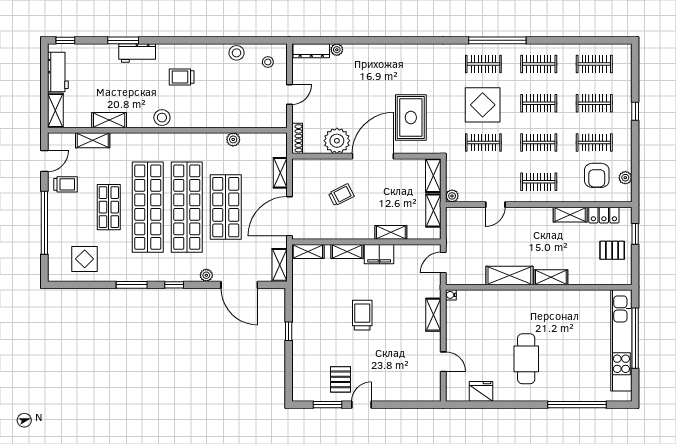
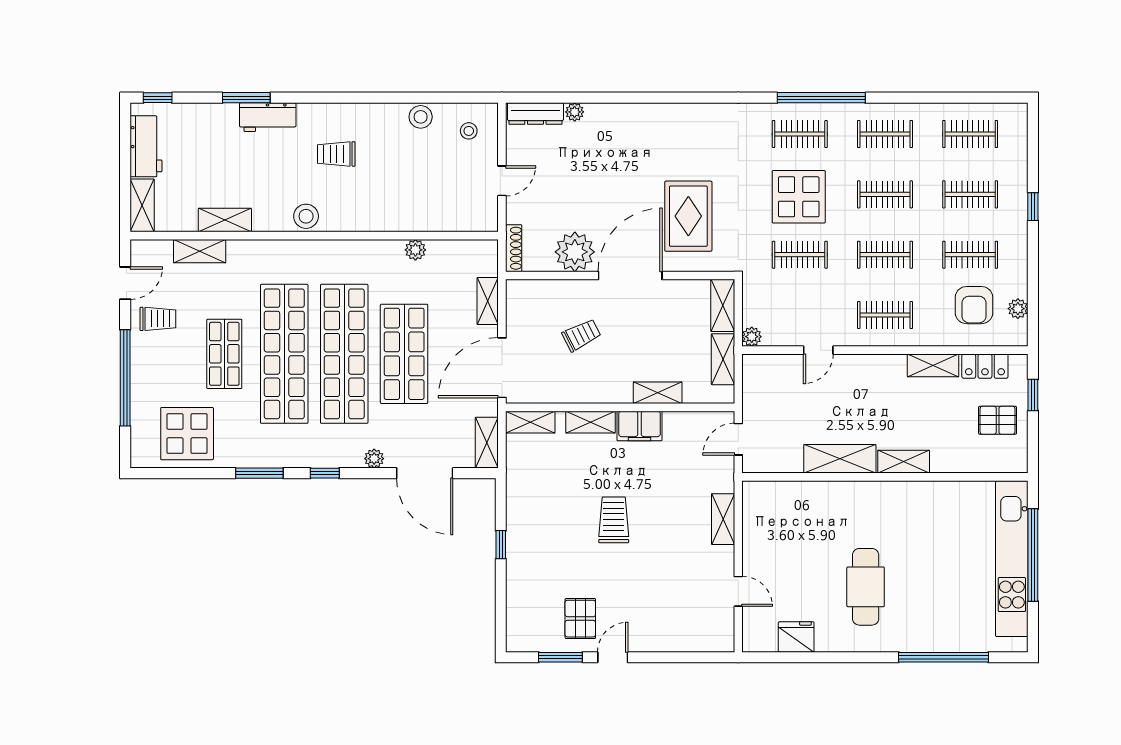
display table: (85, 259) -> (187, 434), width x1.36, depth x1.36
water cooler: (451, 295) -> (750, 489), removed

